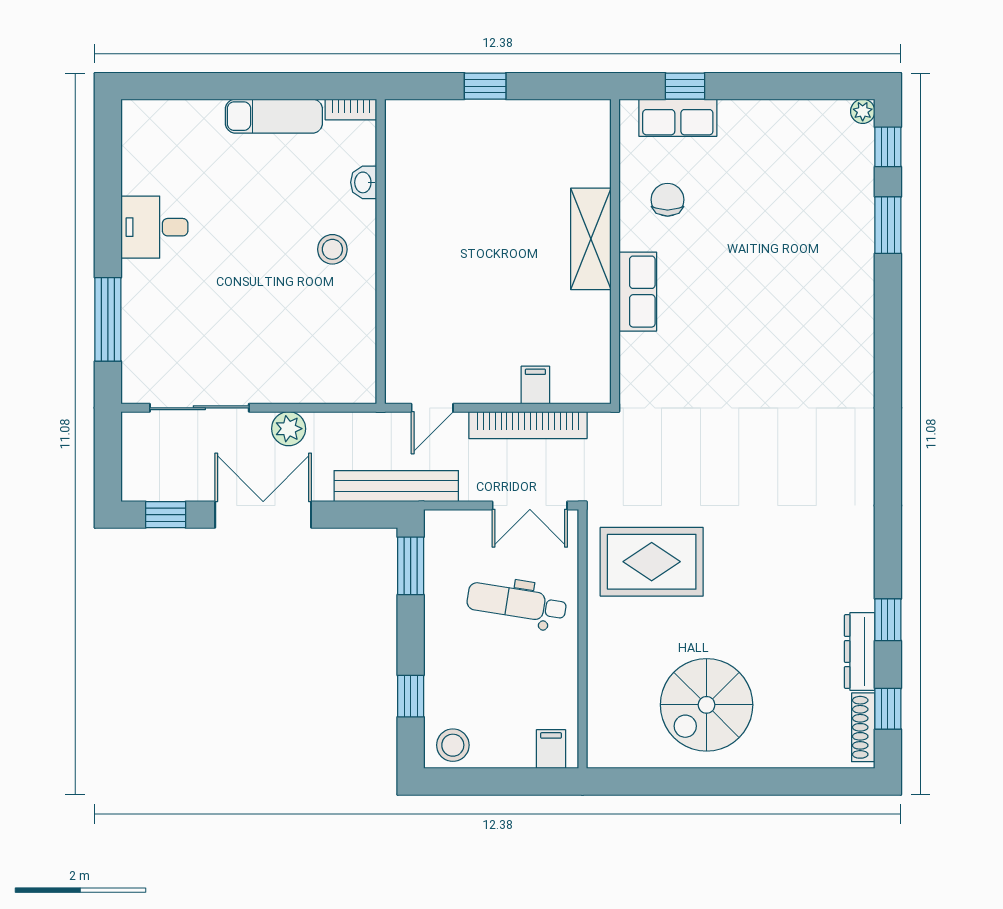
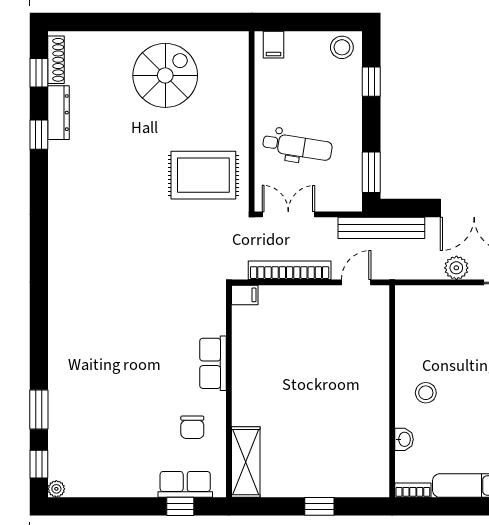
shelving: (591, 239) -> (246, 462), moved
filing cabinet: (535, 385) -> (245, 295), moved, turned -90

